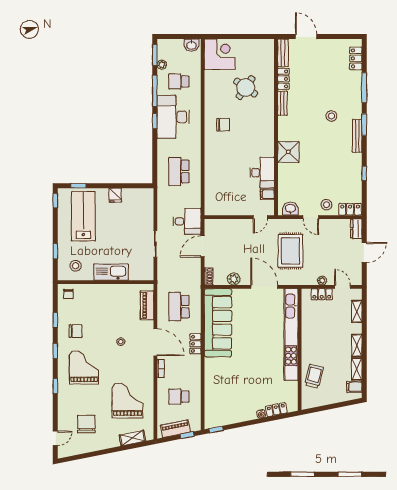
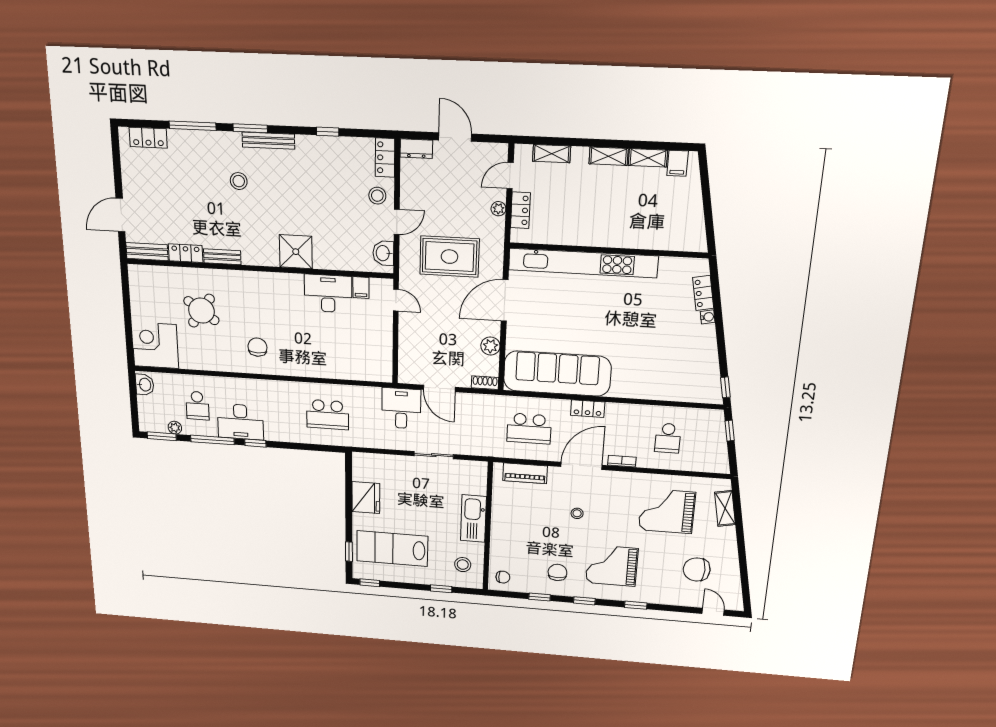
desk: (173, 117) -> (240, 422), width x0.73, depth x0.77
fridge: (115, 195) -> (366, 498), width x1.88, depth x1.34
trolley: (314, 376) -> (654, 229), removed
piano: (175, 429) -> (717, 447), removed

